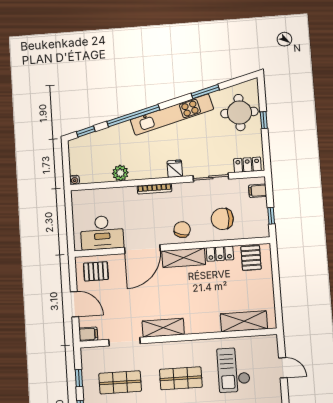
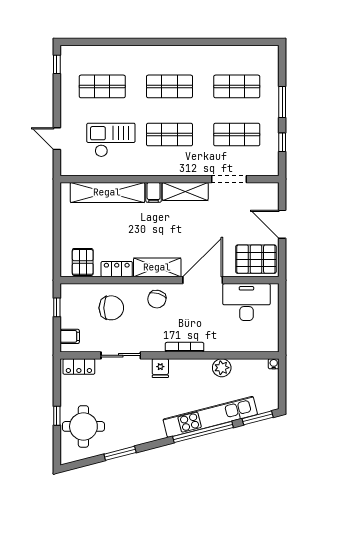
kitchen unit: (172, 115) -> (210, 417), moved
window: (86, 131) -> (258, 418), width x1.50
pallet: (96, 271) -> (256, 259), width x1.50, depth x1.42
shelving: (244, 321) -> (107, 192), width x1.47
filing cabinet: (88, 334) -> (154, 192), moved, turned -90
checkout: (234, 370) -> (111, 140), turned -90

